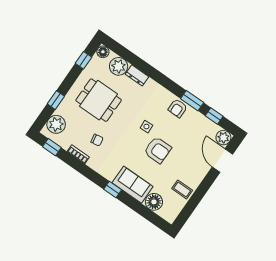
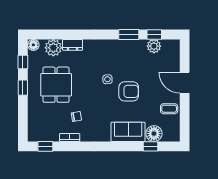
window: (56, 100) -> (23, 88), moved
dining table: (99, 100) -> (56, 85), turned 90
armchair: (178, 108) -> (122, 48), removed
plant: (56, 124) -> (36, 126), removed
plant: (223, 138) -> (154, 46), moved
door: (222, 161) -> (185, 83), moved
window: (113, 190) -> (151, 146), moved

